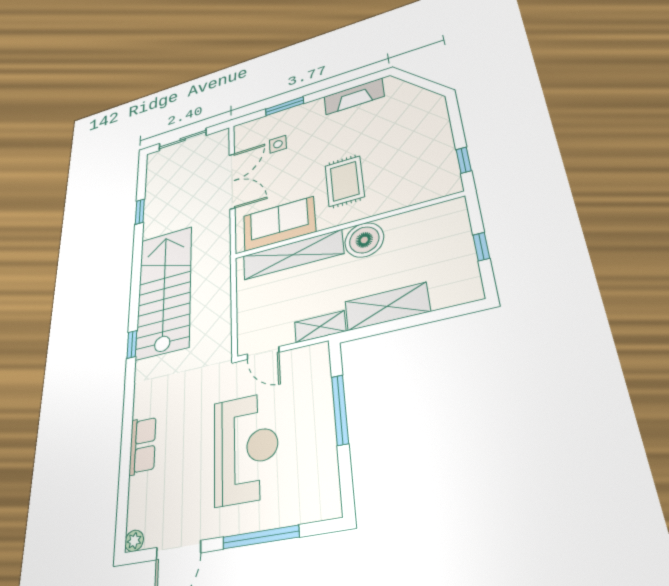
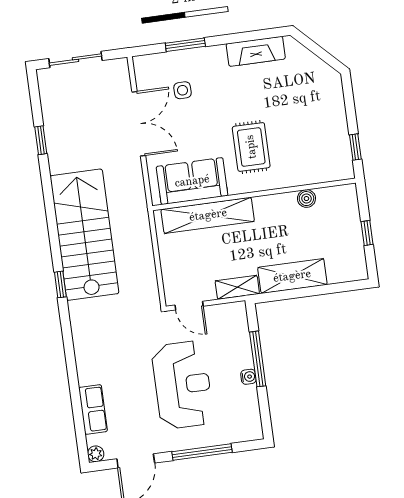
boiler: (364, 240) -> (306, 199), moved, width x0.54, depth x0.54
water cooler: (327, 433) -> (248, 377), added
row of seats: (142, 445) -> (93, 409), moved

